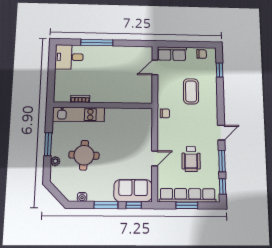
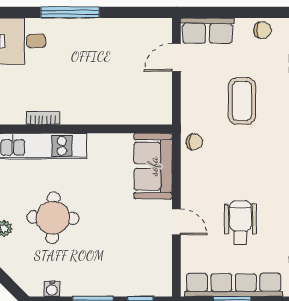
door: (155, 158) -> (176, 222), hinge flipped
wheelchair: (191, 159) -> (240, 223), turned 180
sofa: (133, 191) -> (153, 166), moved, turned -90

